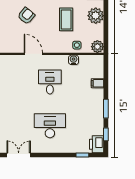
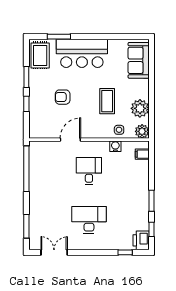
armchair: (26, 16) -> (63, 97), turned -130
plant: (96, 16) -> (140, 108), moved
door: (33, 54) -> (70, 140), hinge flipped
filing cabinet: (98, 83) -> (142, 154), moved

